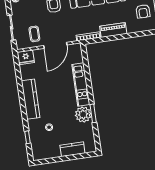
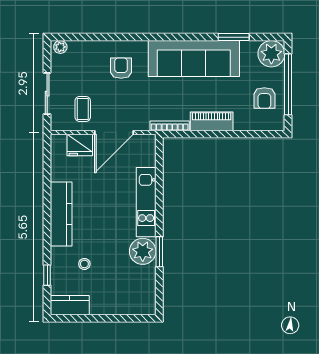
fridge: (26, 57) -> (80, 145), moved
kitchen counter: (72, 149) -> (70, 305), moved

